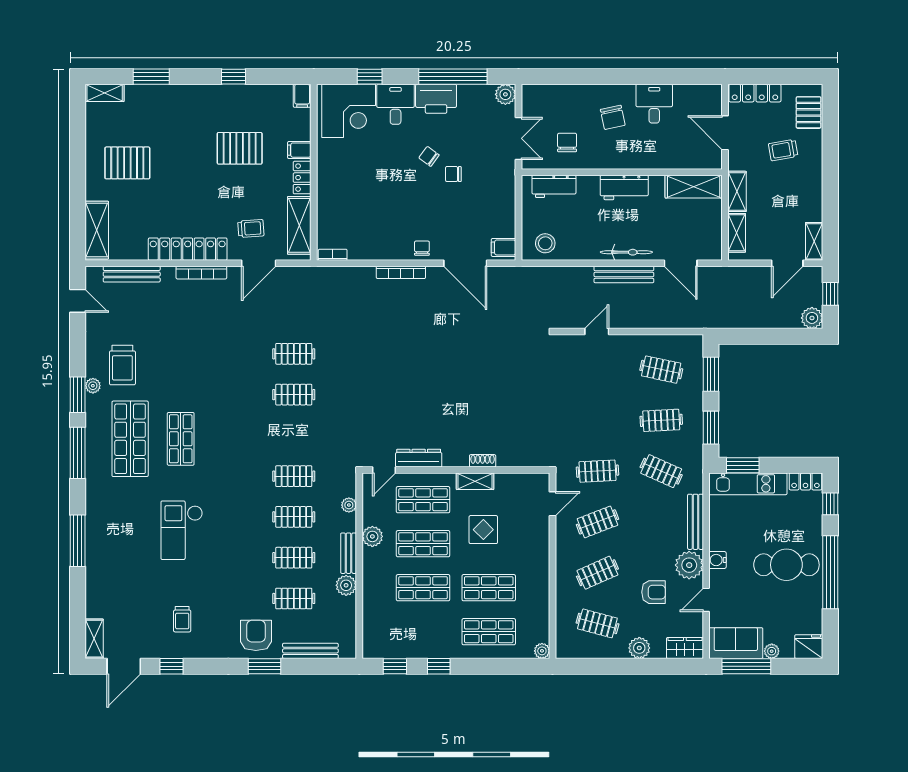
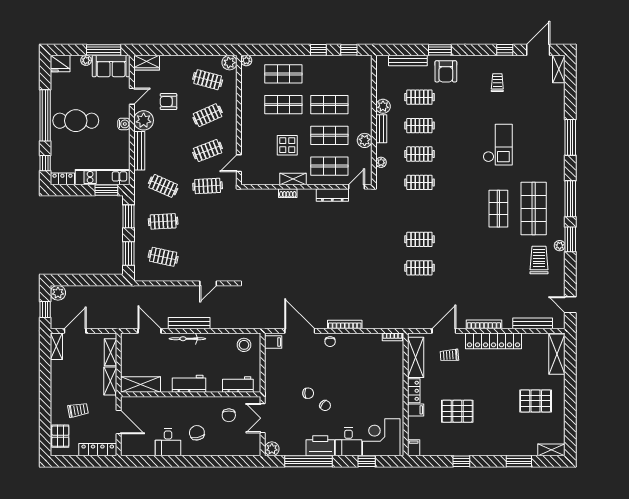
plant: (639, 648) -> (229, 63), moved

